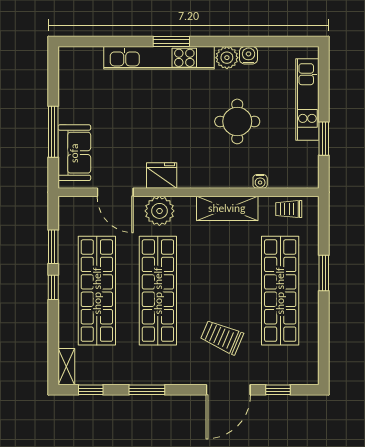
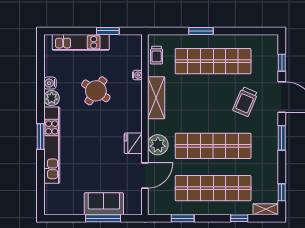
round table: (237, 121) -> (96, 91), turned 34
sofa: (74, 153) -> (104, 204), moved
window: (53, 287) -> (239, 218), moved
window: (147, 390) -> (282, 138), moved

